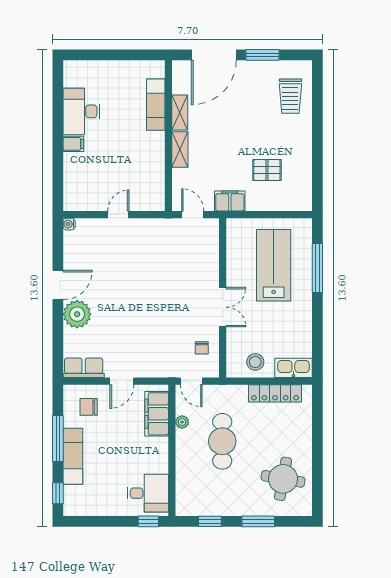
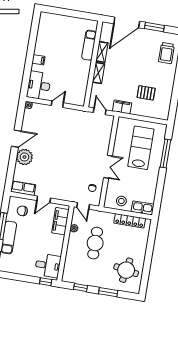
desk: (81, 111) -> (39, 85), moved

